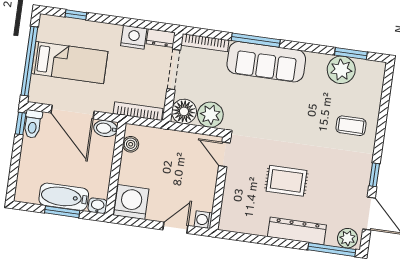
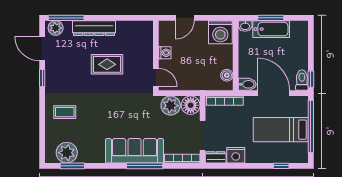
plant: (341, 70) -> (67, 153), moved
washing machine: (203, 220) -> (165, 53), moved

